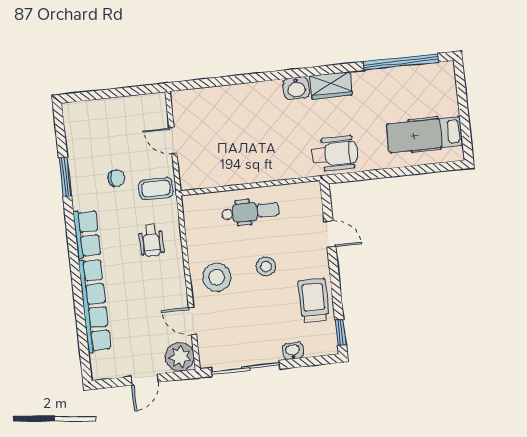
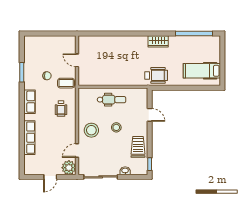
washbasin: (296, 88) -> (141, 41), removed
row of seats: (94, 306) -> (29, 138), width x0.73
door: (192, 321) -> (77, 151), hinge flipped

